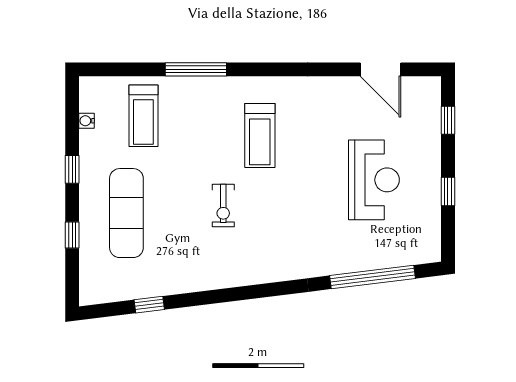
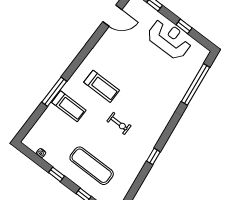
treadmill: (143, 116) -> (69, 106), moved
reception desk: (374, 180) -> (169, 39), moved
window: (149, 305) -> (153, 156), moved

